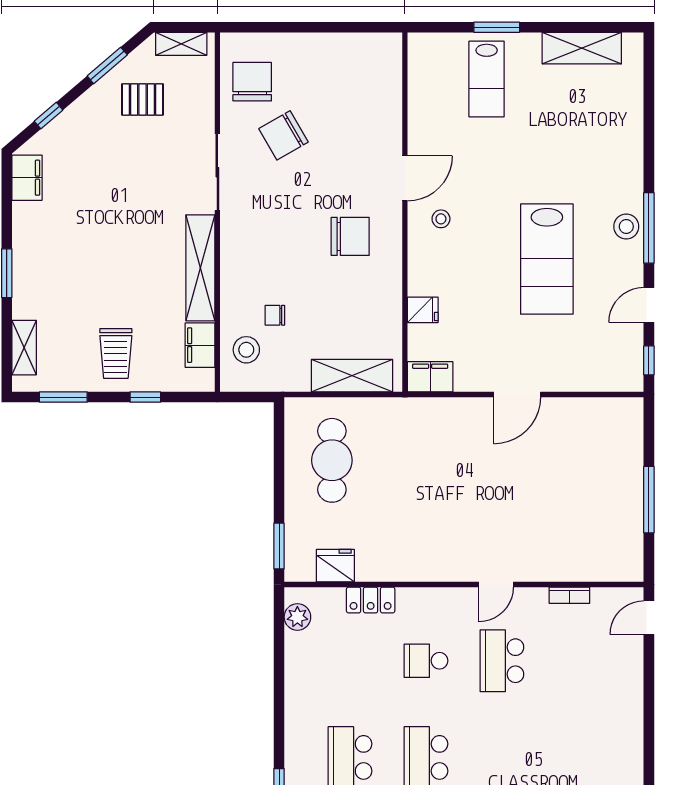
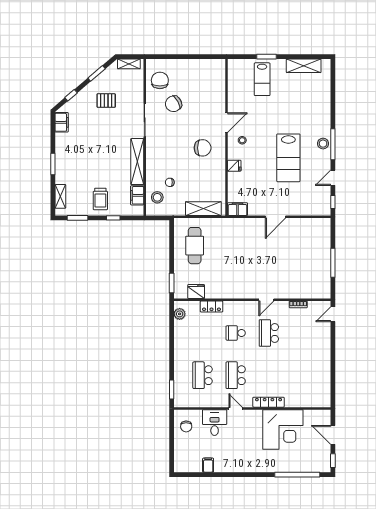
pallet: (142, 99) -> (106, 101), moved
fridge: (423, 310) -> (234, 166), moved

